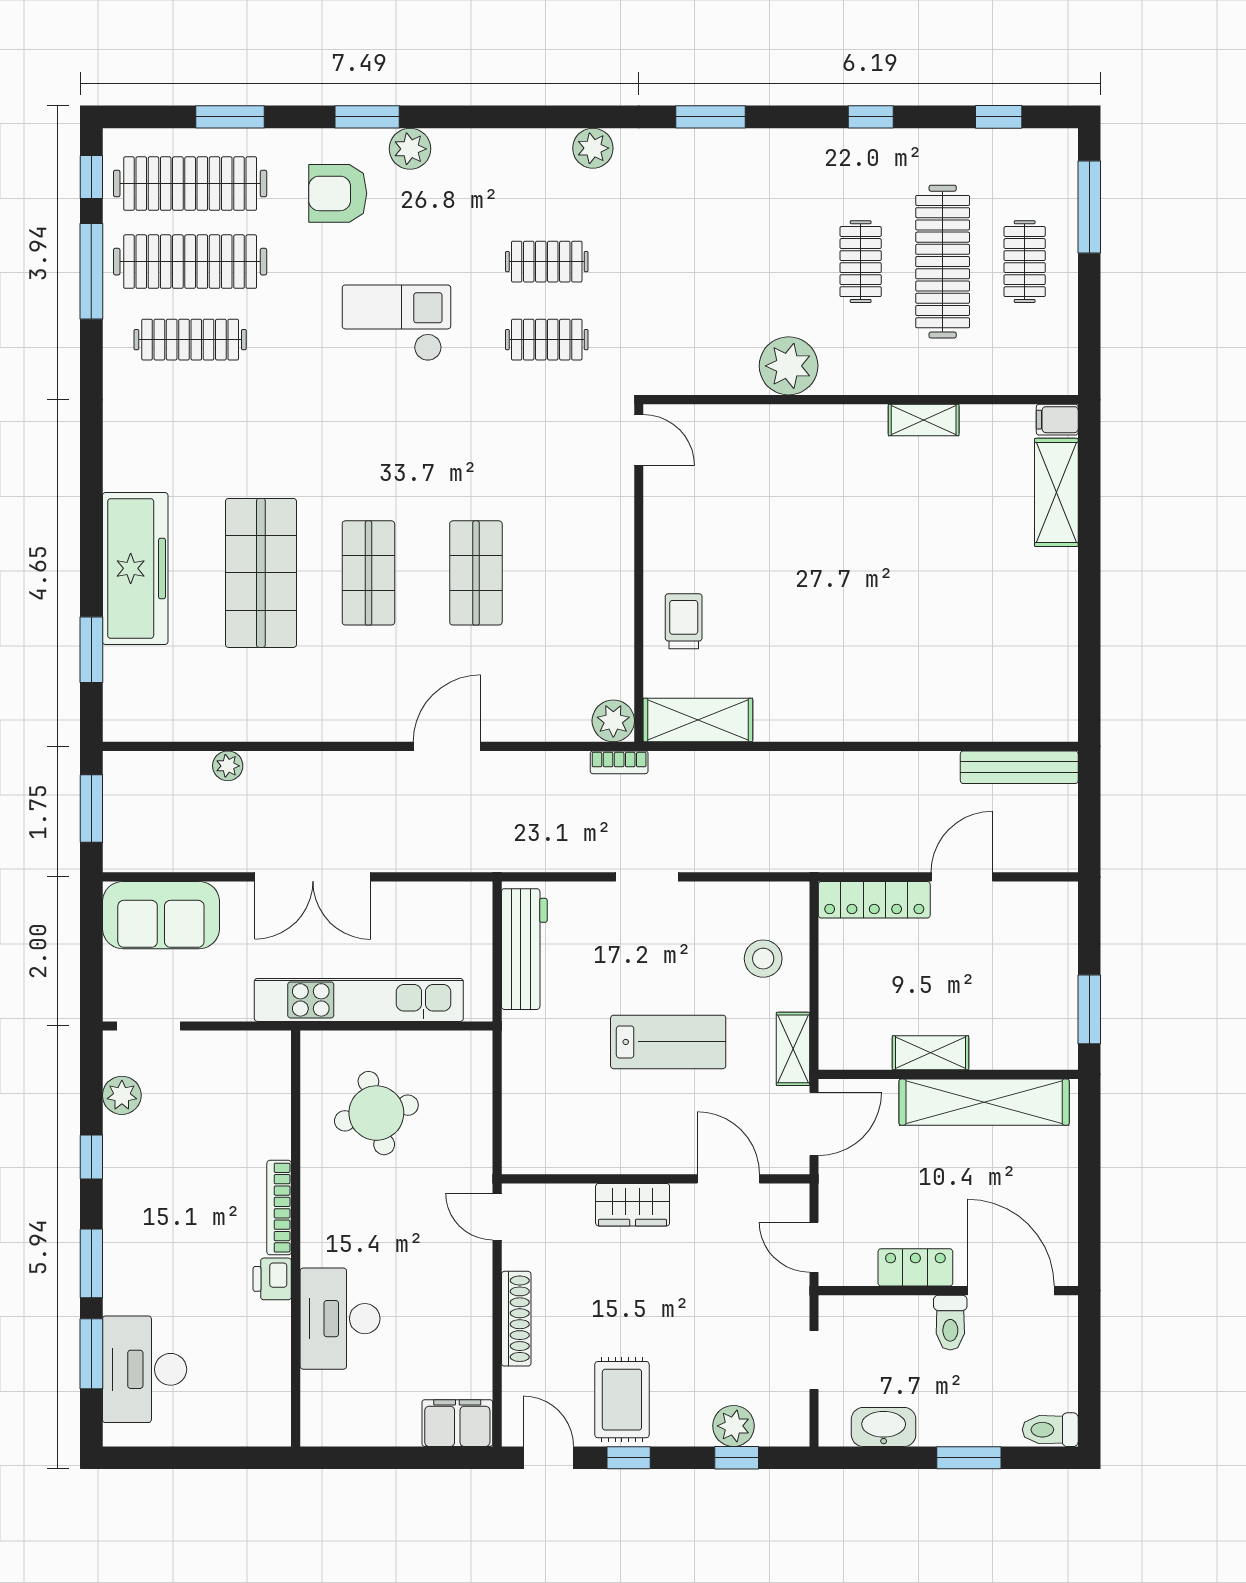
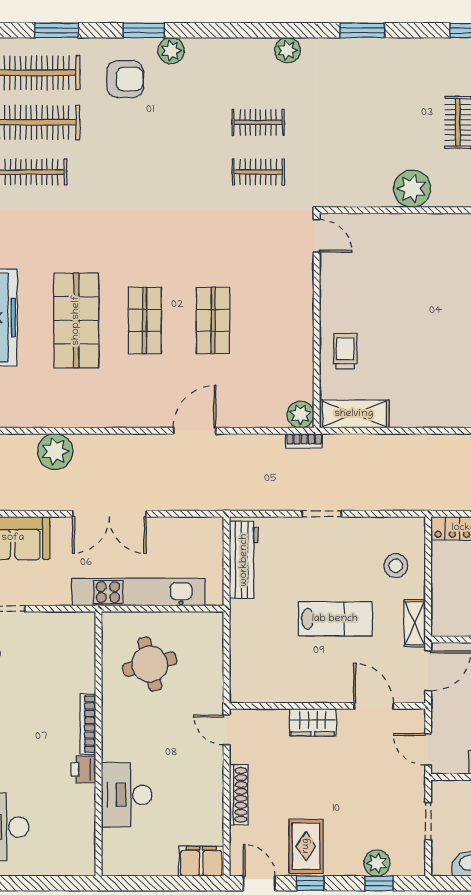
armchair: (338, 193) -> (125, 79), turned 180
checkout: (396, 323) -> (163, 161), removed
plant: (228, 766) -> (55, 451), width x1.88, depth x1.88

